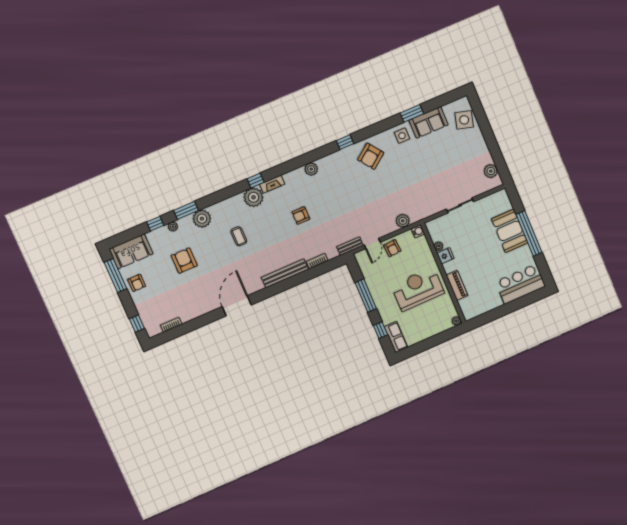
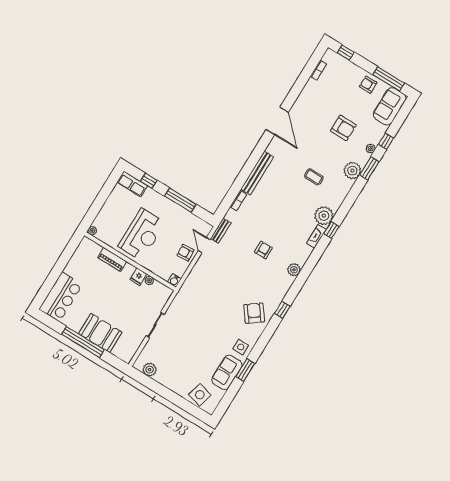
armchair: (301, 216) -> (263, 250), moved
plant: (403, 221) -> (192, 280), removed

